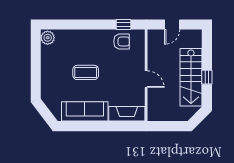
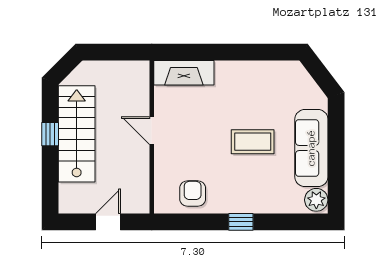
window: (123, 25) -> (241, 222), moved
armchair: (122, 42) -> (193, 194), turned 90
sofa: (85, 111) -> (311, 148), moved, turned 90

